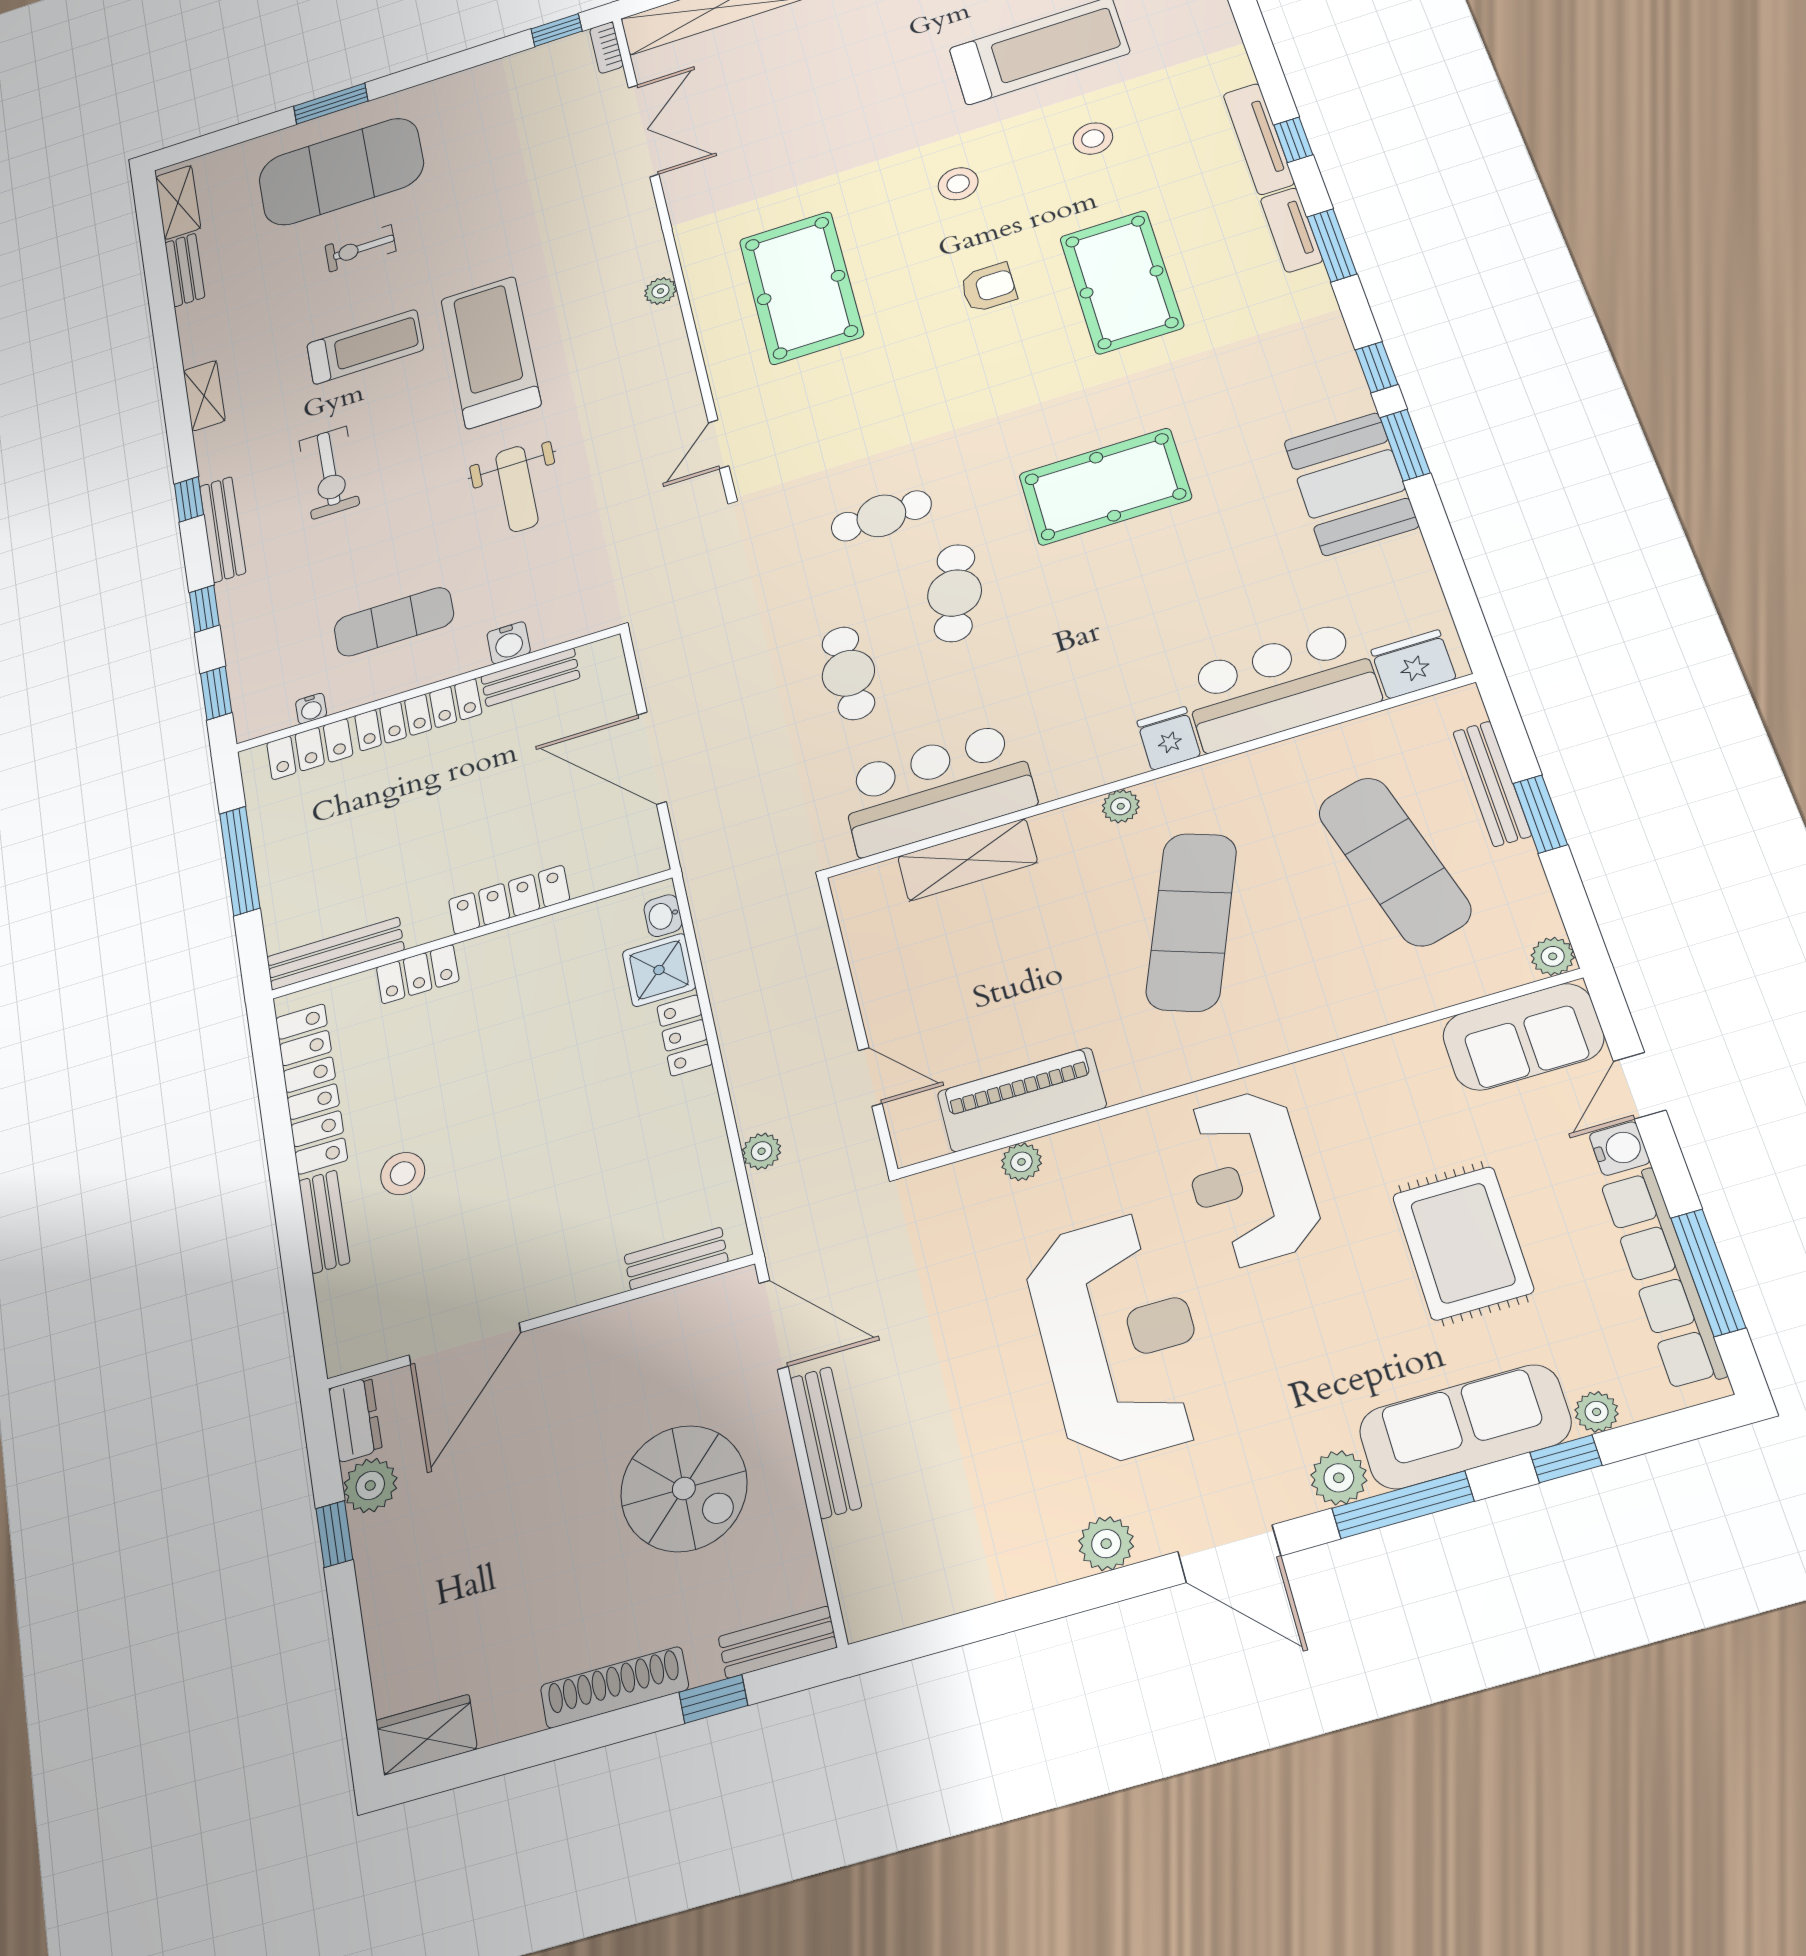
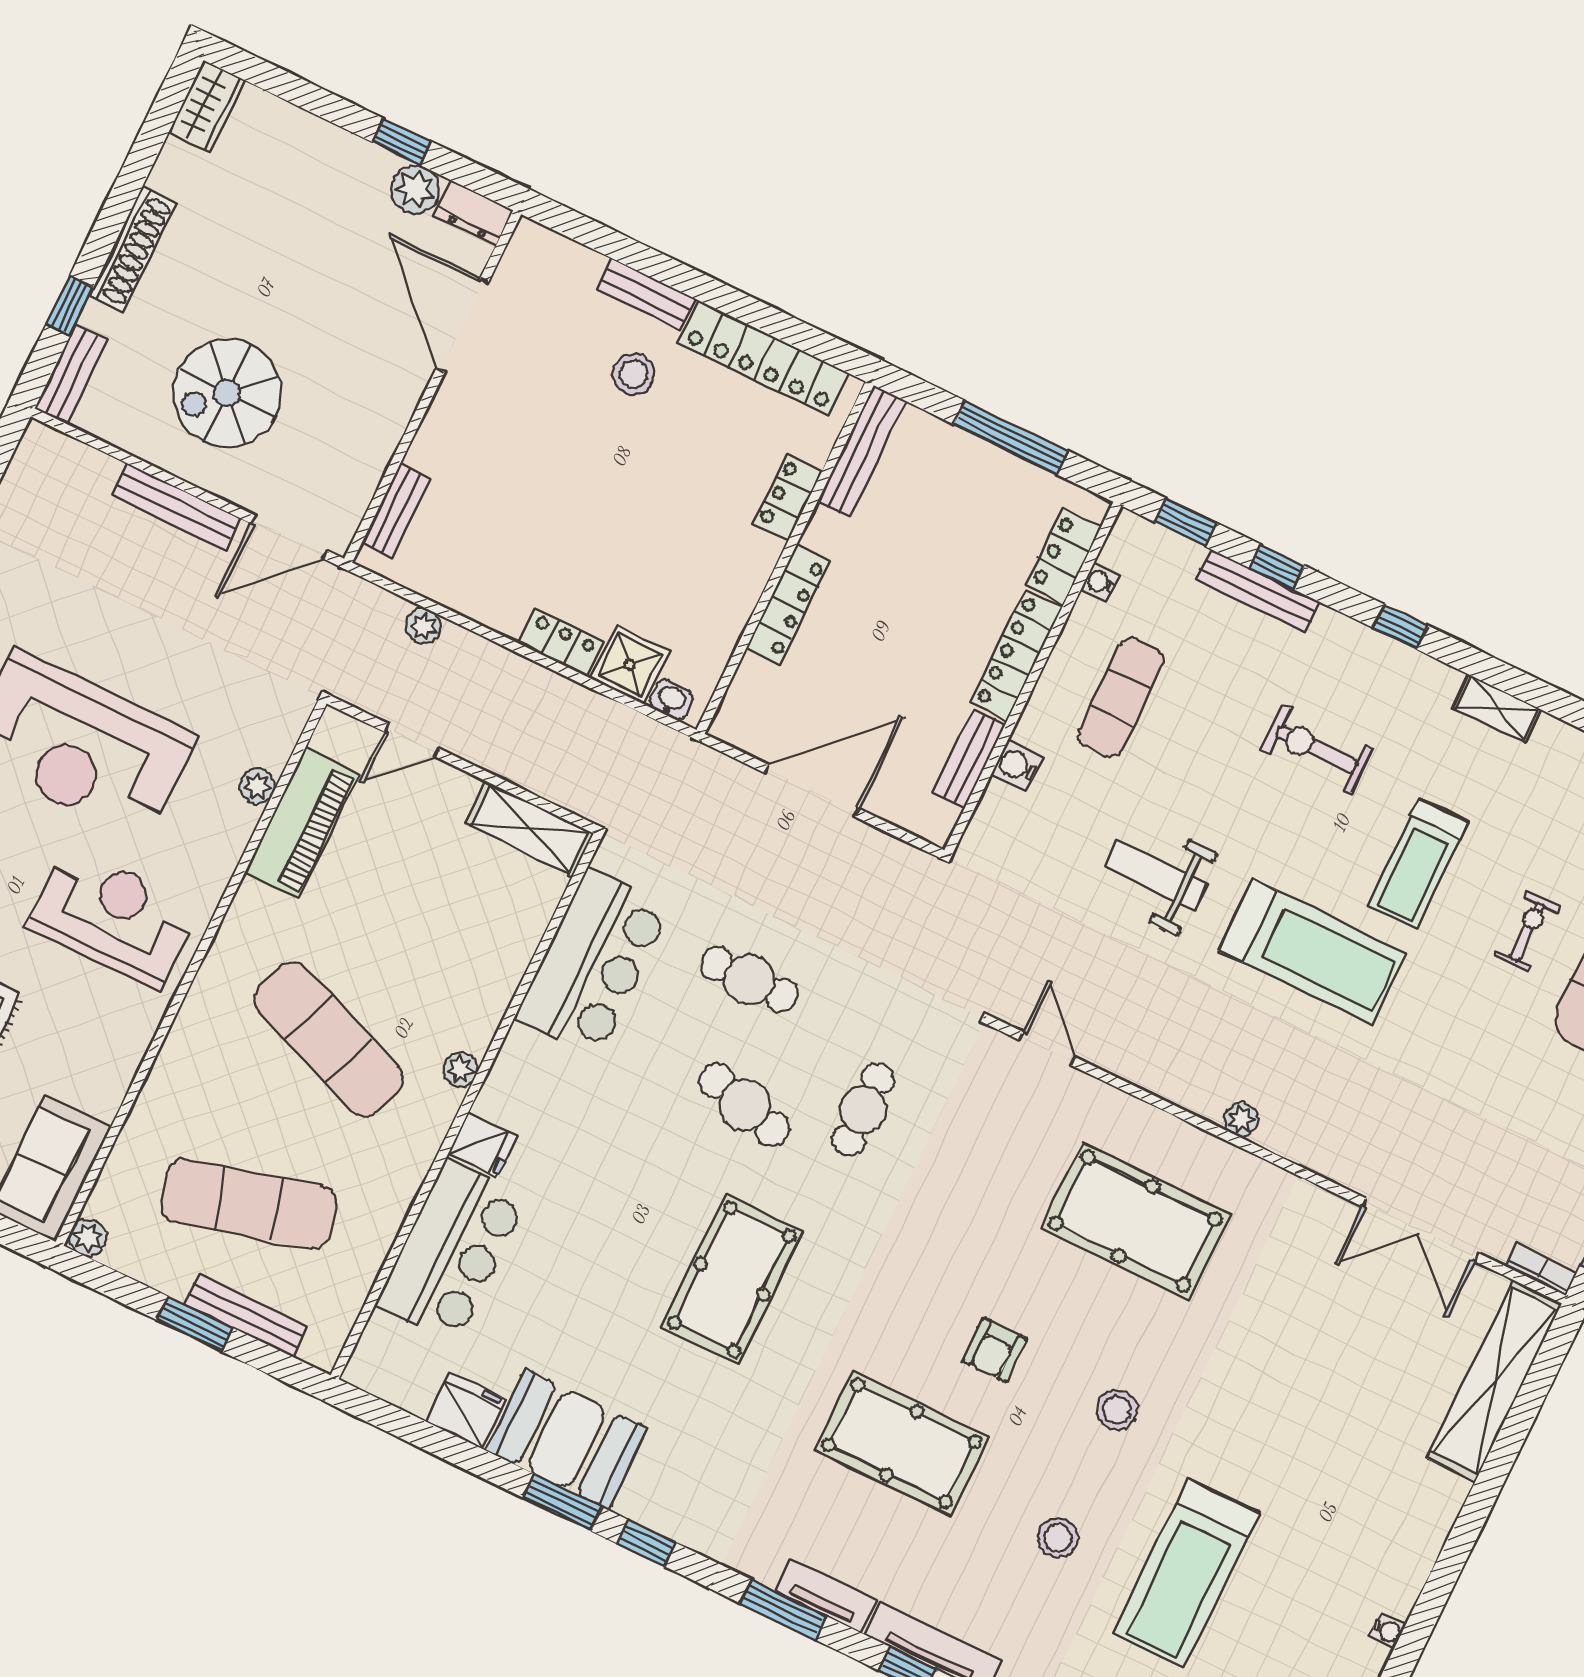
bench: (223, 529) -> (1258, 591), moved
fridge: (1413, 664) -> (466, 1411), moved, turned -90
shelving: (967, 860) -> (529, 829), moved, turned 90

